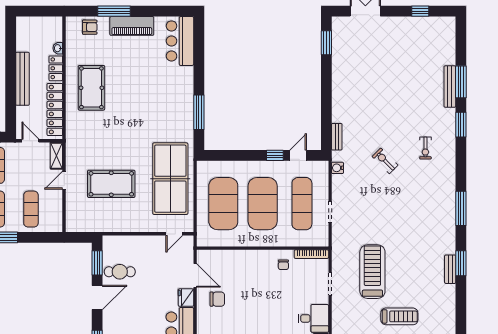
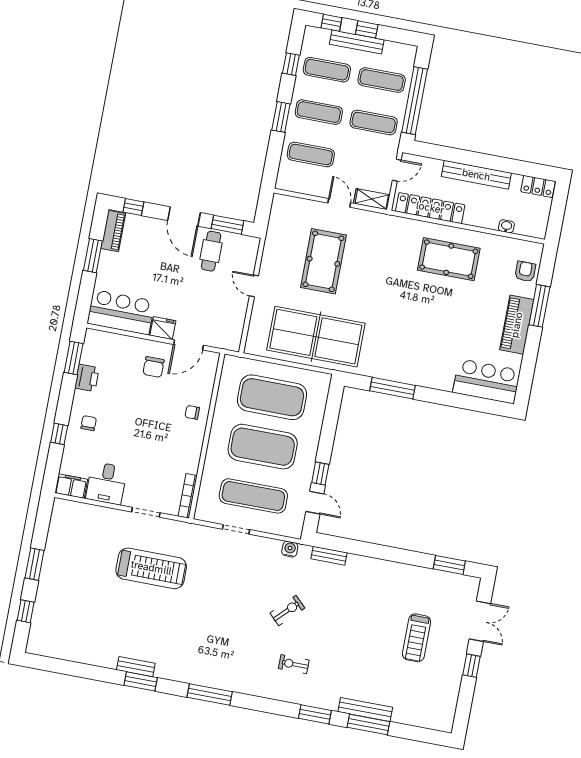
window: (420, 11) -> (471, 666), moved
armchair: (90, 27) -> (525, 271), turned 180
locker: (56, 68) -> (538, 186), moved, turned 180
door: (174, 234) -> (254, 286), moved
chair: (283, 265) -> (192, 412), moved
treadmill: (399, 316) -> (416, 638), moved

